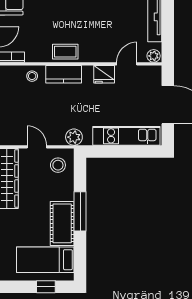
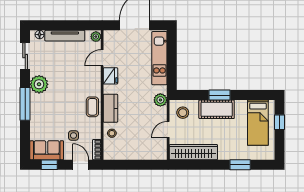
side table: (29, 28) -> (73, 136), added
door: (127, 64) -> (102, 58), hinge flipped
window: (80, 211) -> (219, 95), width x0.69
cot: (62, 223) -> (217, 109), moved

